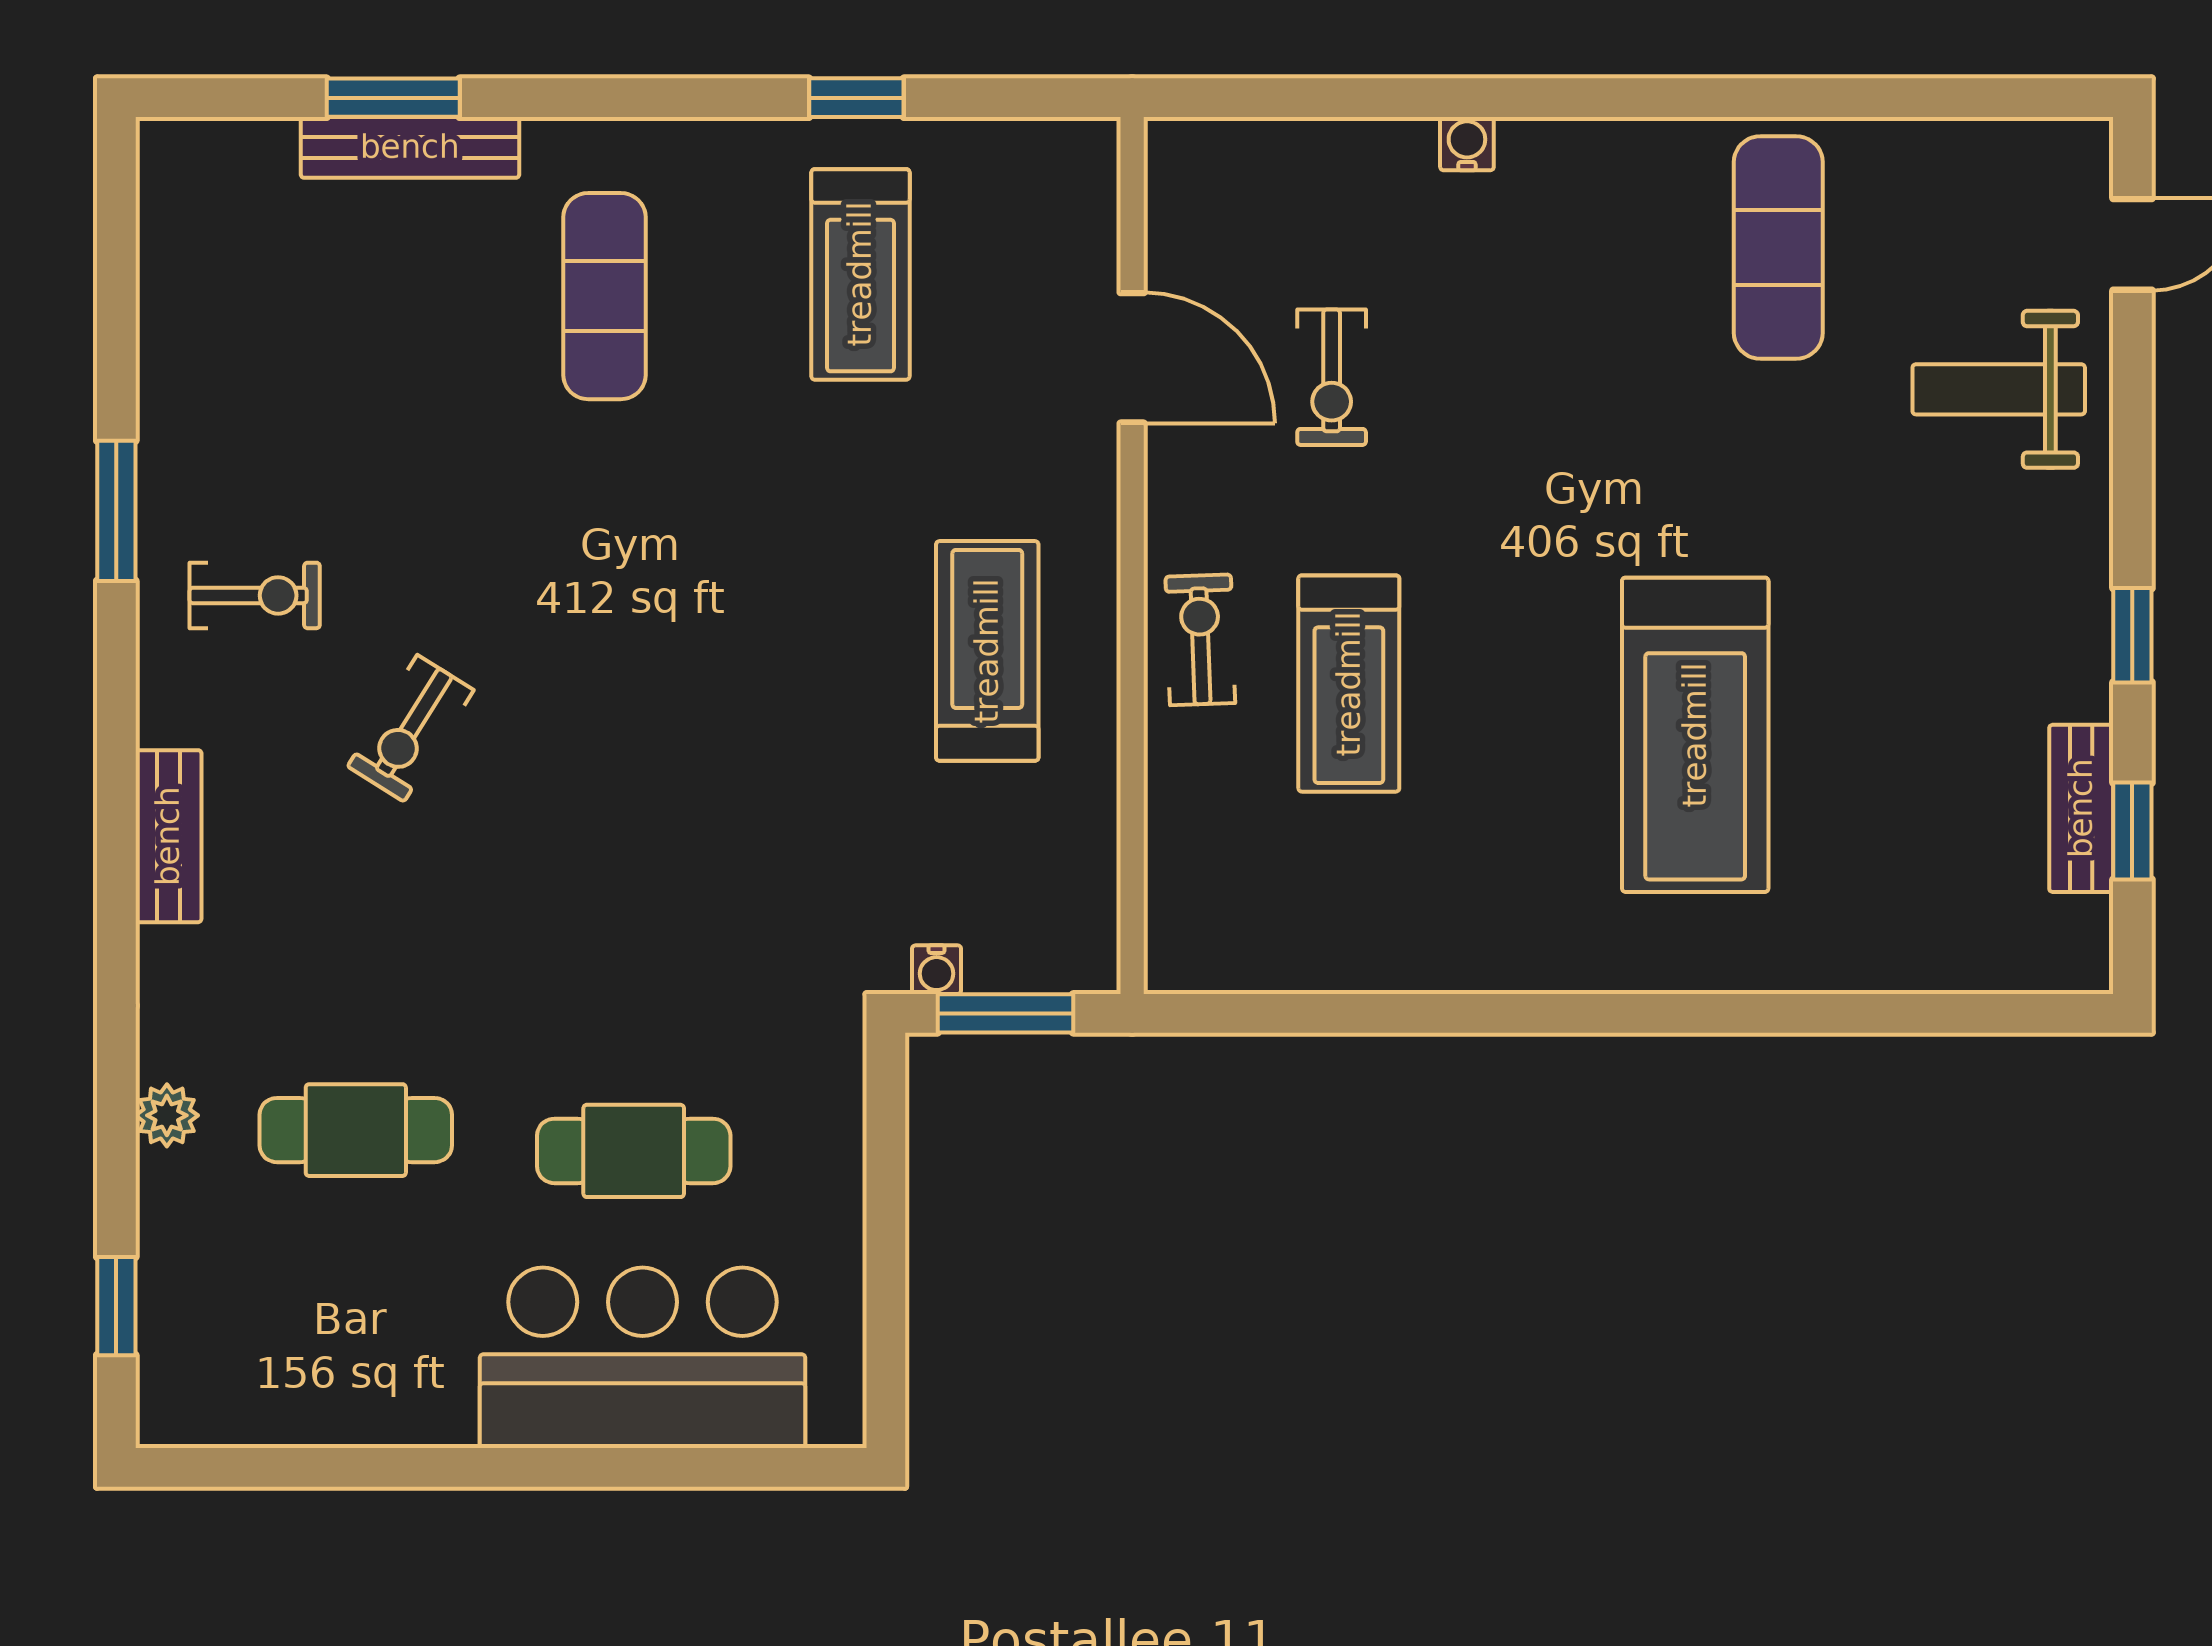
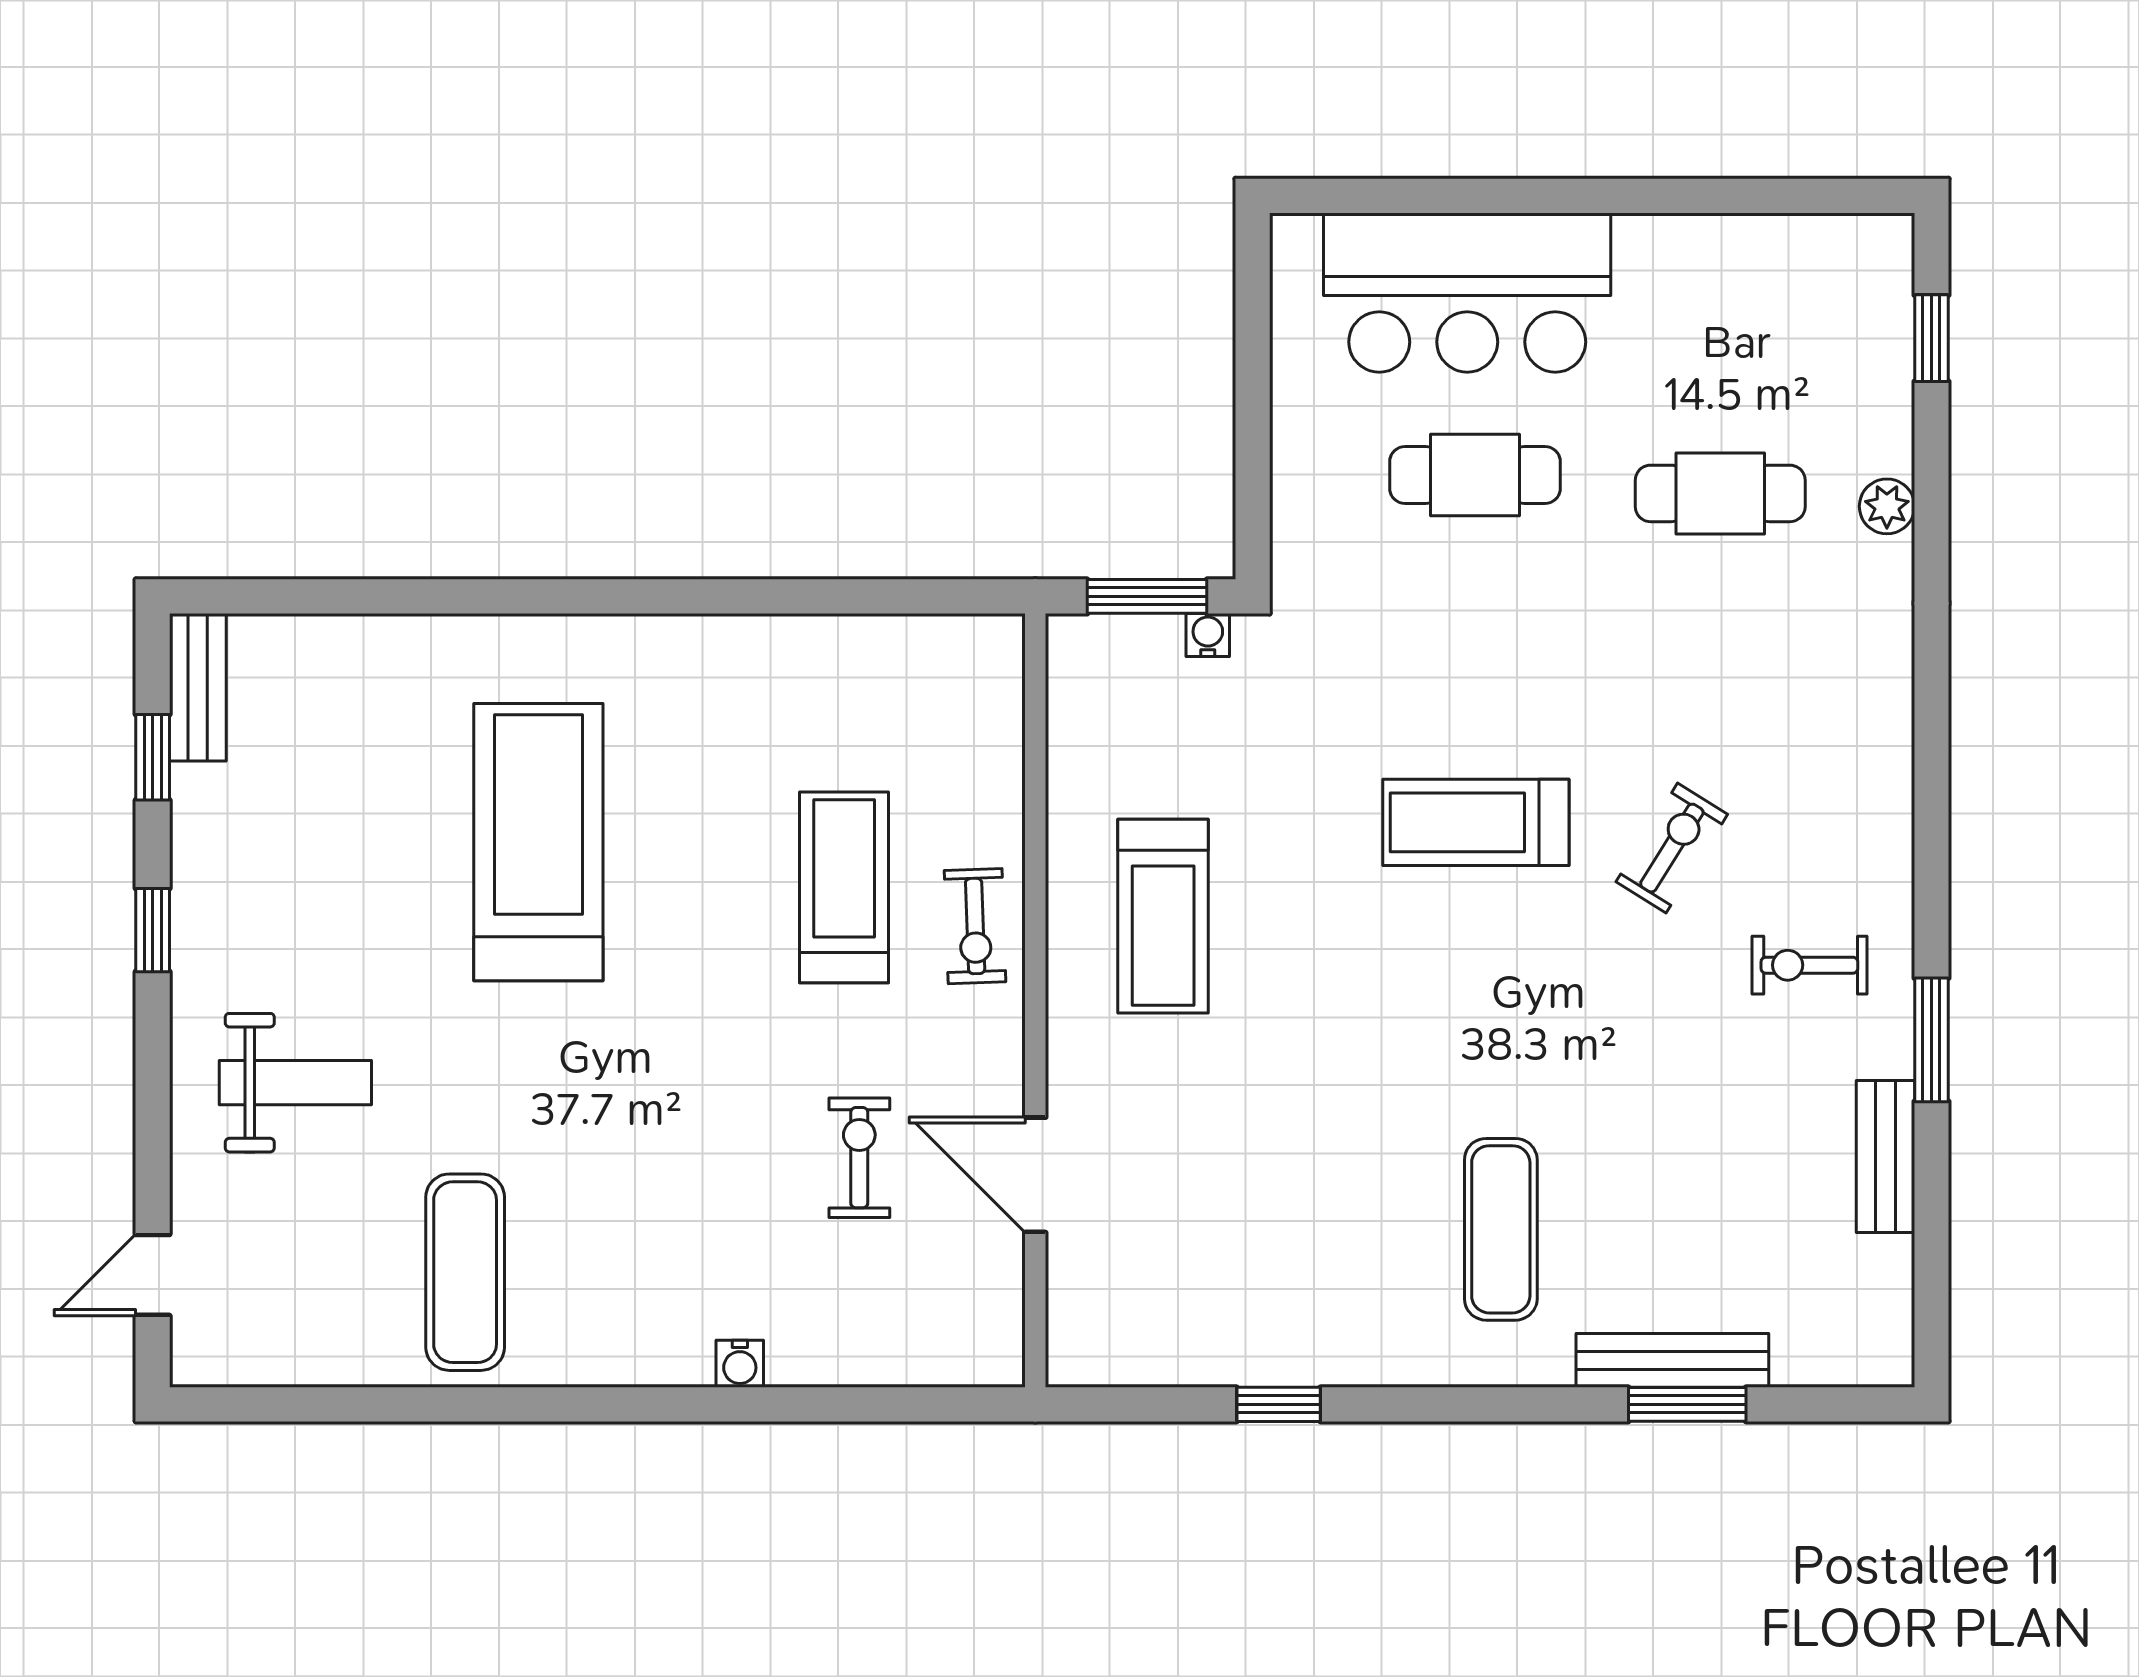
treadmill: (860, 274) -> (1476, 822), moved, turned -90
weight bench: (1999, 389) -> (295, 1083), moved
bench: (2081, 808) -> (198, 687), moved
bench: (168, 836) -> (1885, 1156), moved

